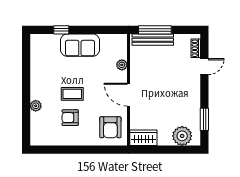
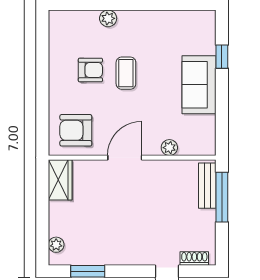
bench: (153, 40) -> (207, 186), width x0.73
armchair: (70, 118) -> (90, 70), turned 90
plant: (182, 136) -> (56, 245), width x0.53, depth x0.53

